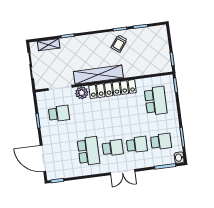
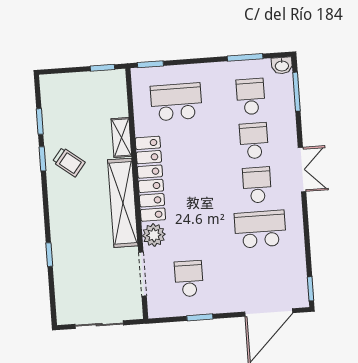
shelving: (49, 45) -> (121, 138), moved

